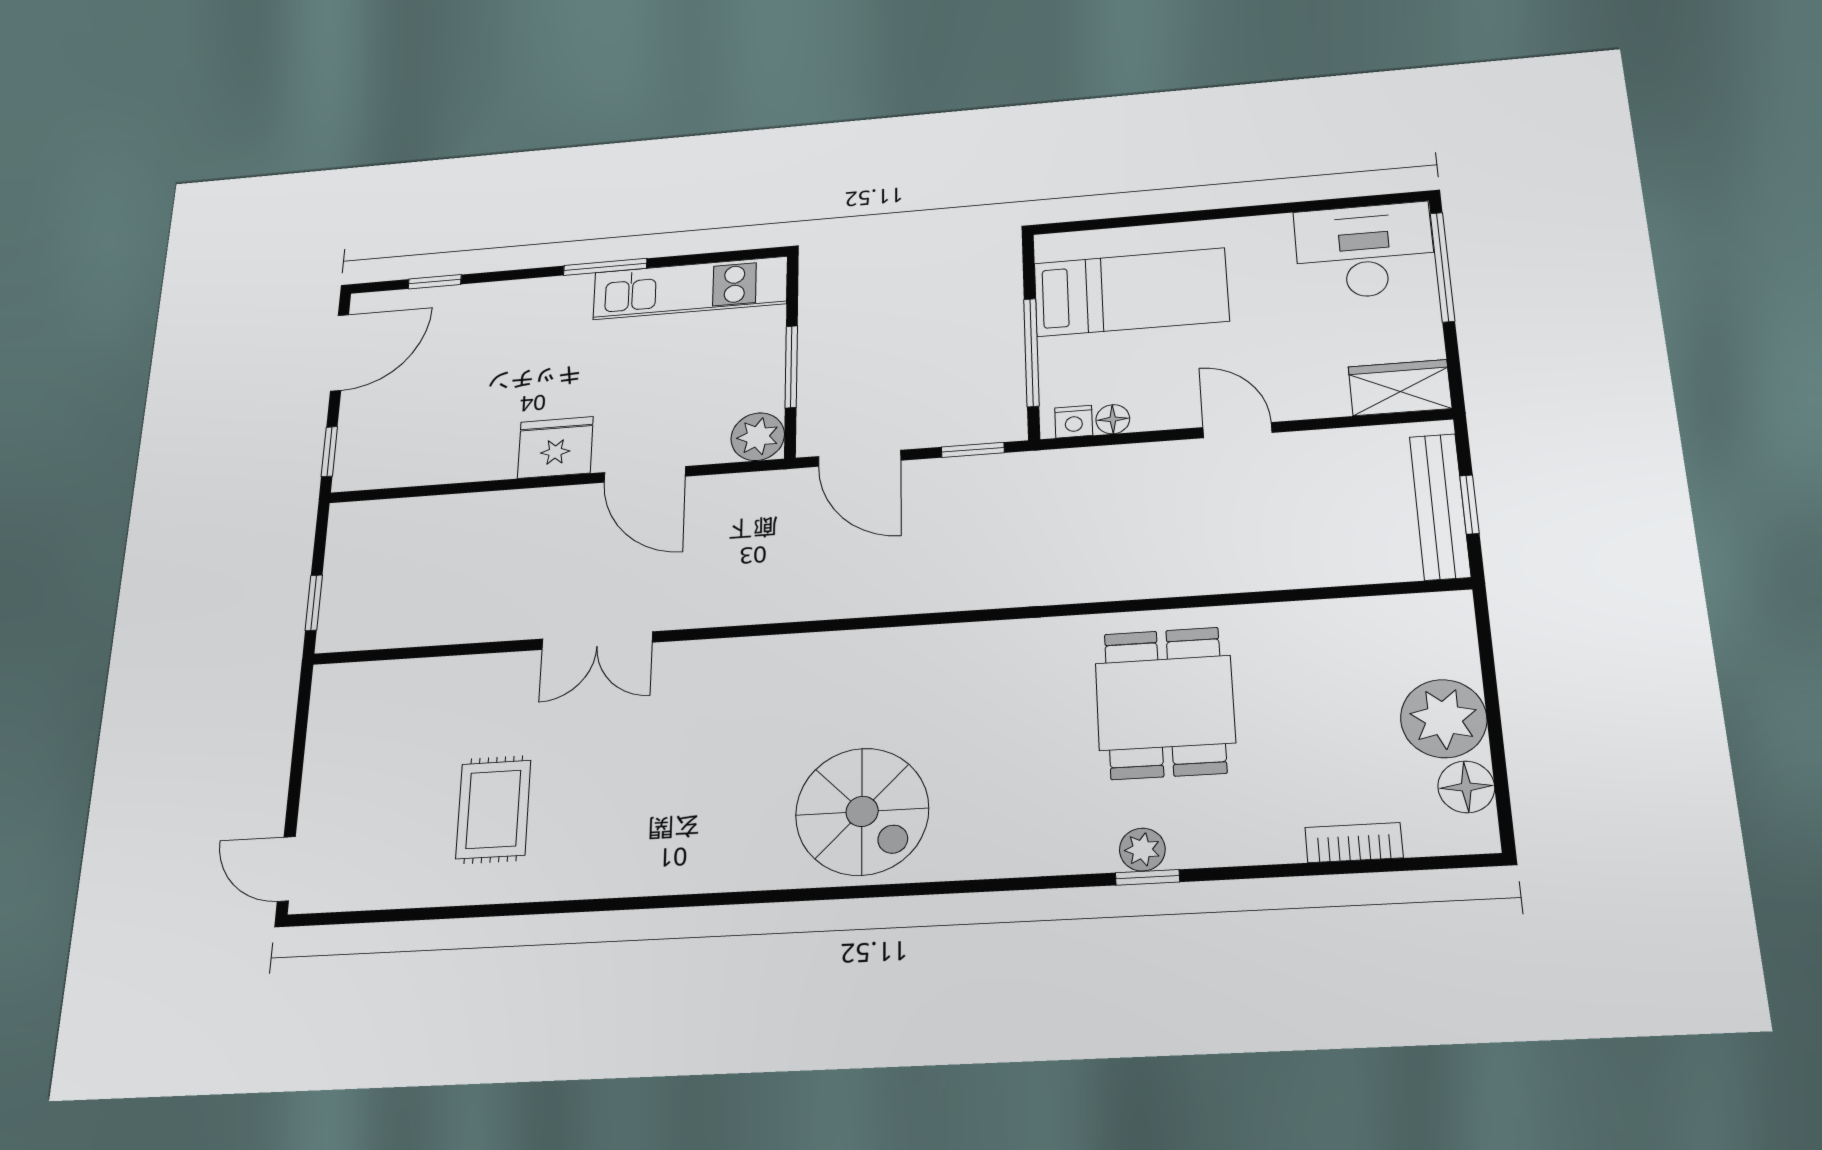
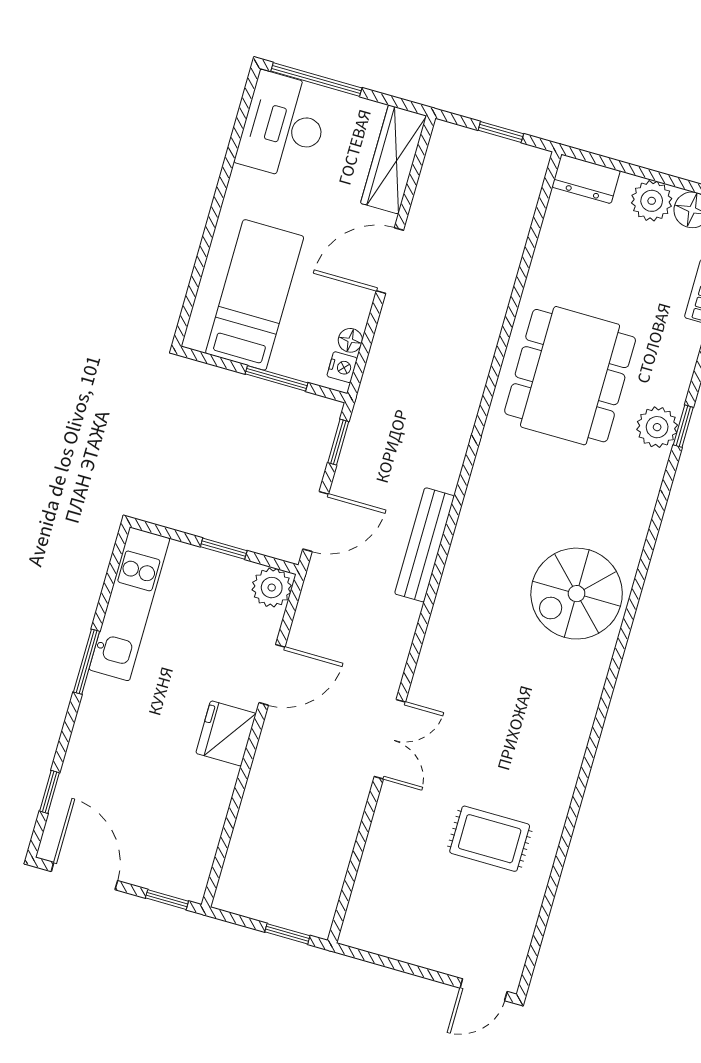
window: (1031, 352) -> (277, 378), width x0.69
window: (791, 367) -> (224, 549), width x0.67
wardrobe: (1400, 388) -> (394, 159), width x1.50
door: (1237, 430) -> (390, 261), width x1.38
bench: (1440, 506) -> (425, 545), moved, turned 90
dresser: (1451, 633) -> (586, 179), added
dining table: (1165, 703) -> (570, 376), width x1.38
plant: (1444, 719) -> (652, 201), width x0.73, depth x0.73
spiral stairs: (862, 811) -> (577, 594), turned 180
plant: (1142, 850) -> (657, 427), width x1.38, depth x1.38

